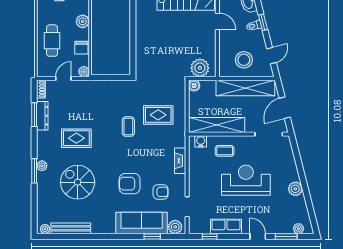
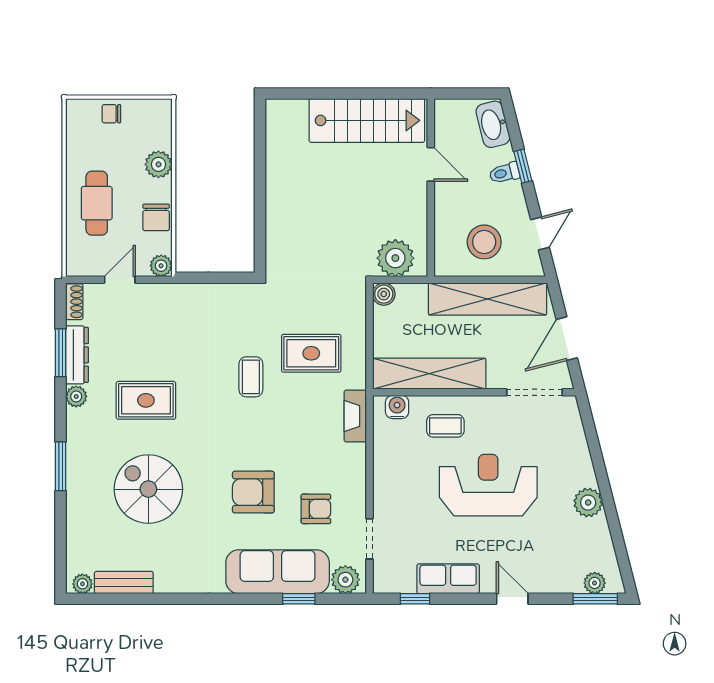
fireplace: (180, 161) -> (355, 416), moved
plant: (42, 166) -> (76, 396), moved
bench: (71, 228) -> (124, 583), width x0.73
window: (286, 236) -> (595, 599), moved

